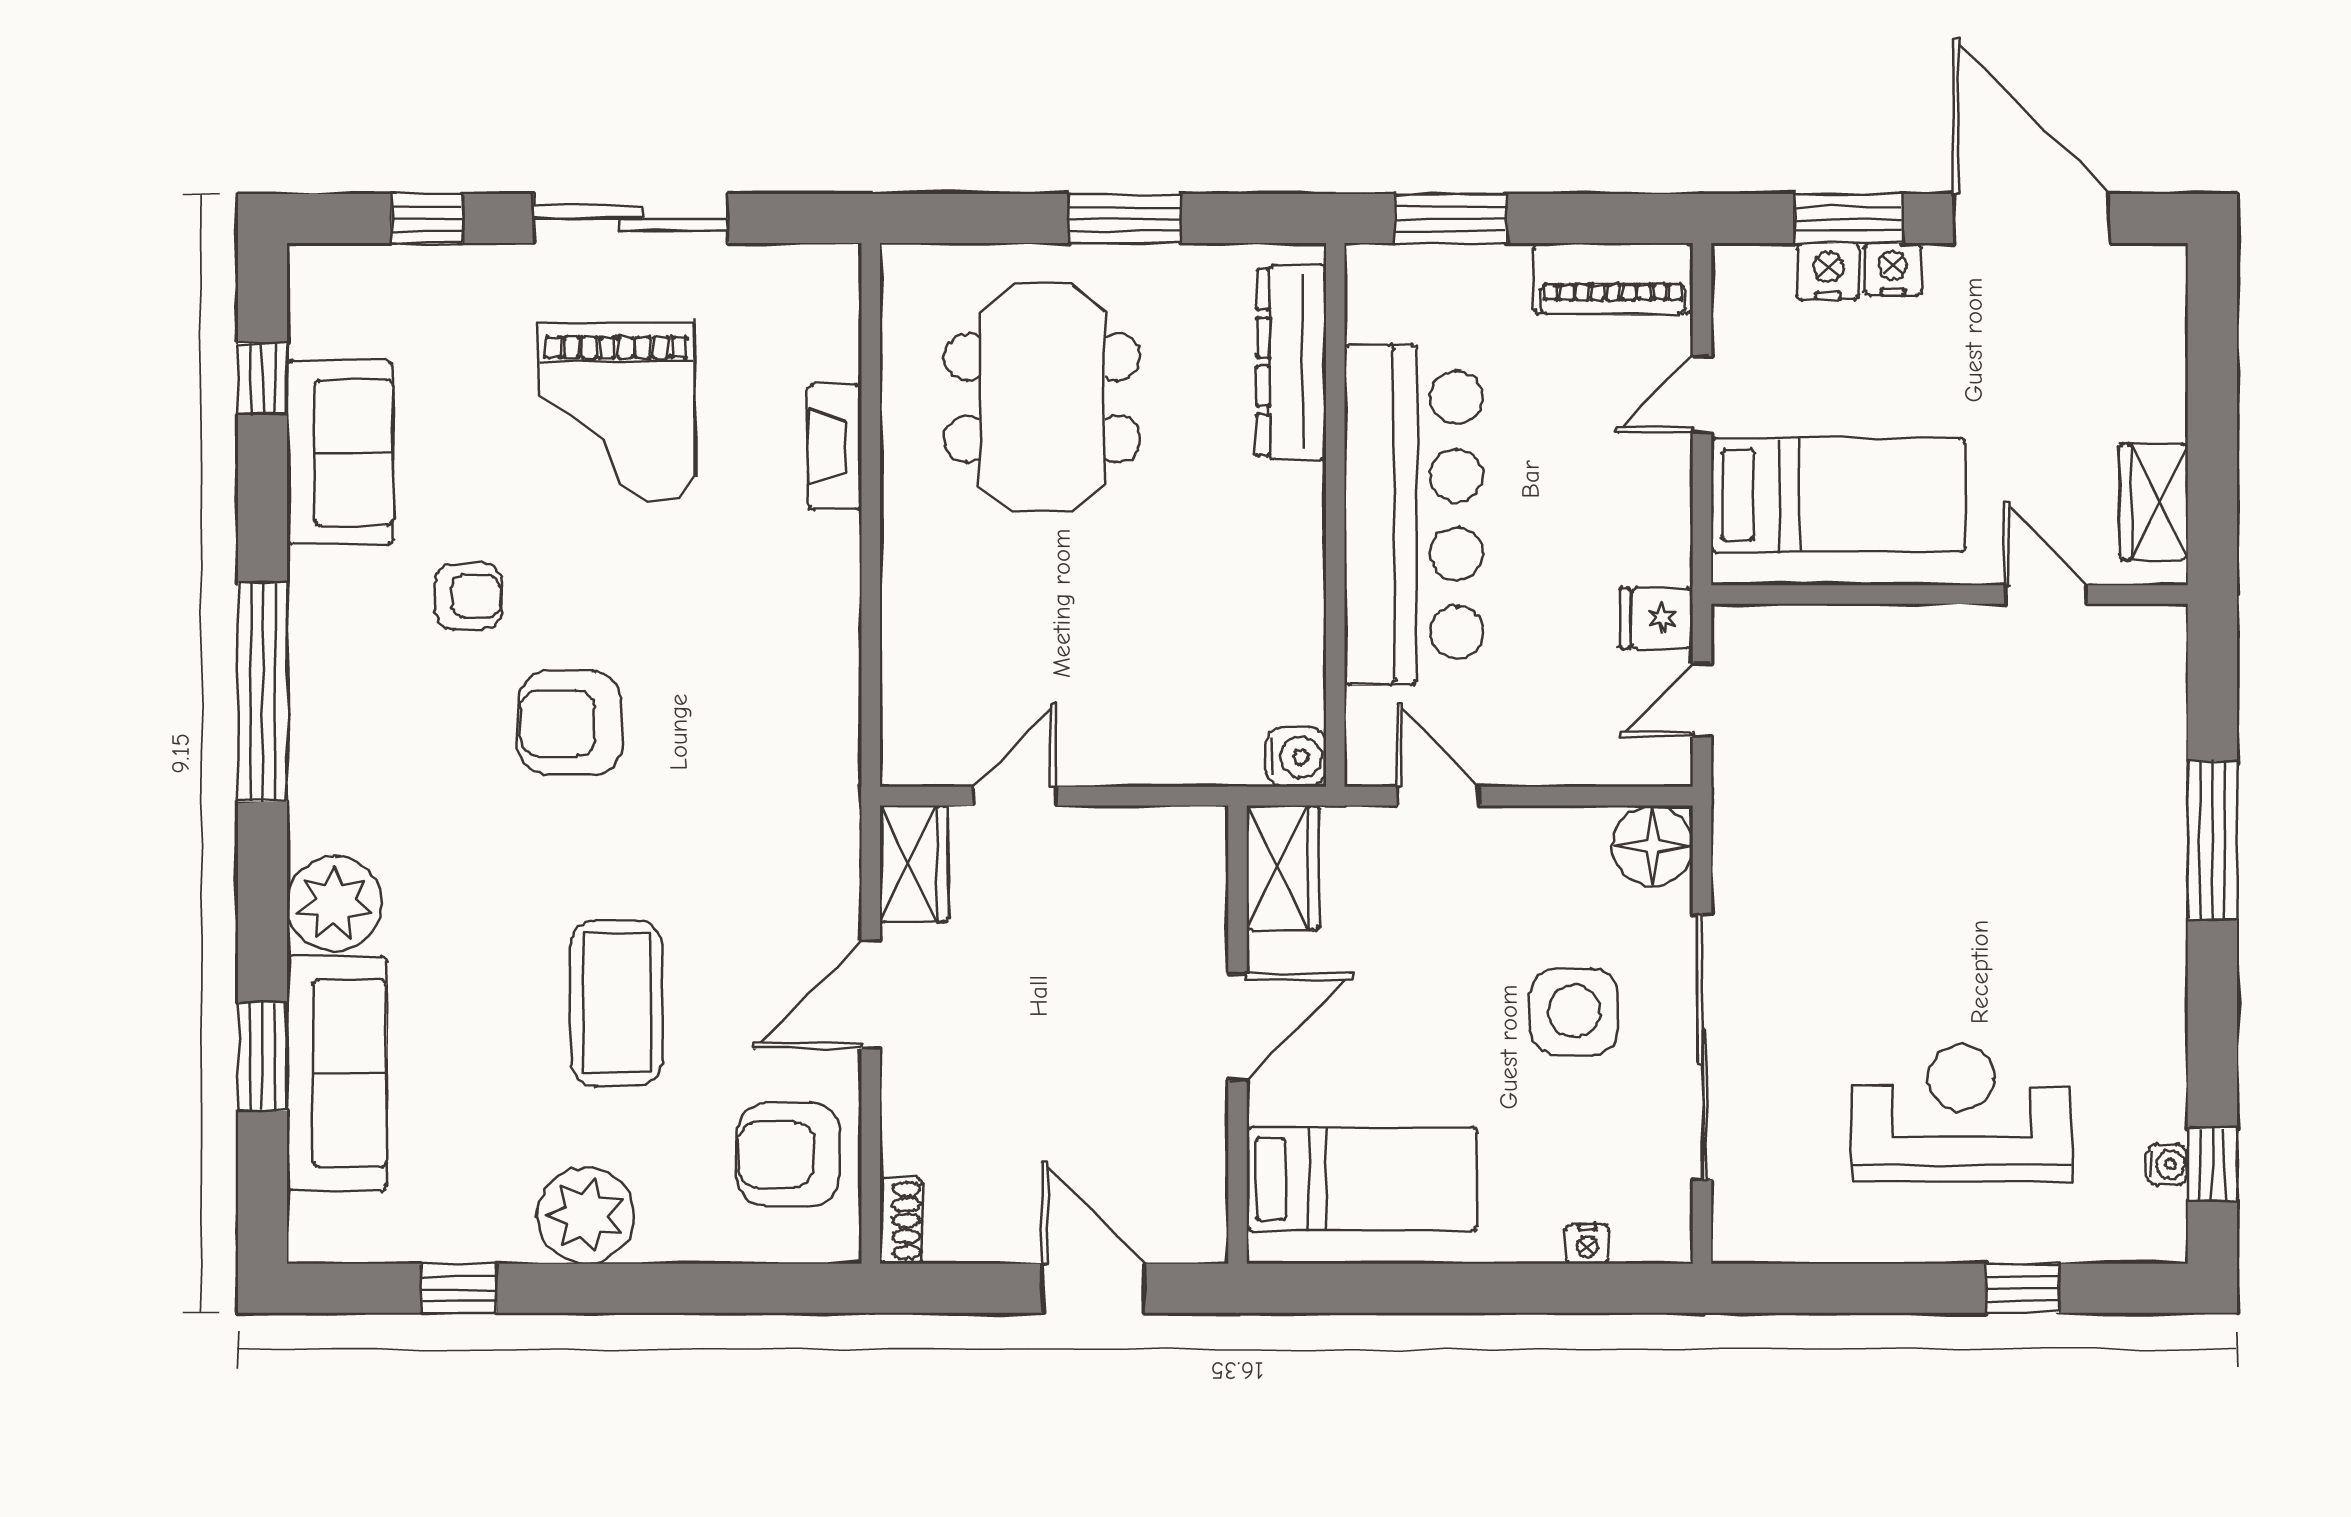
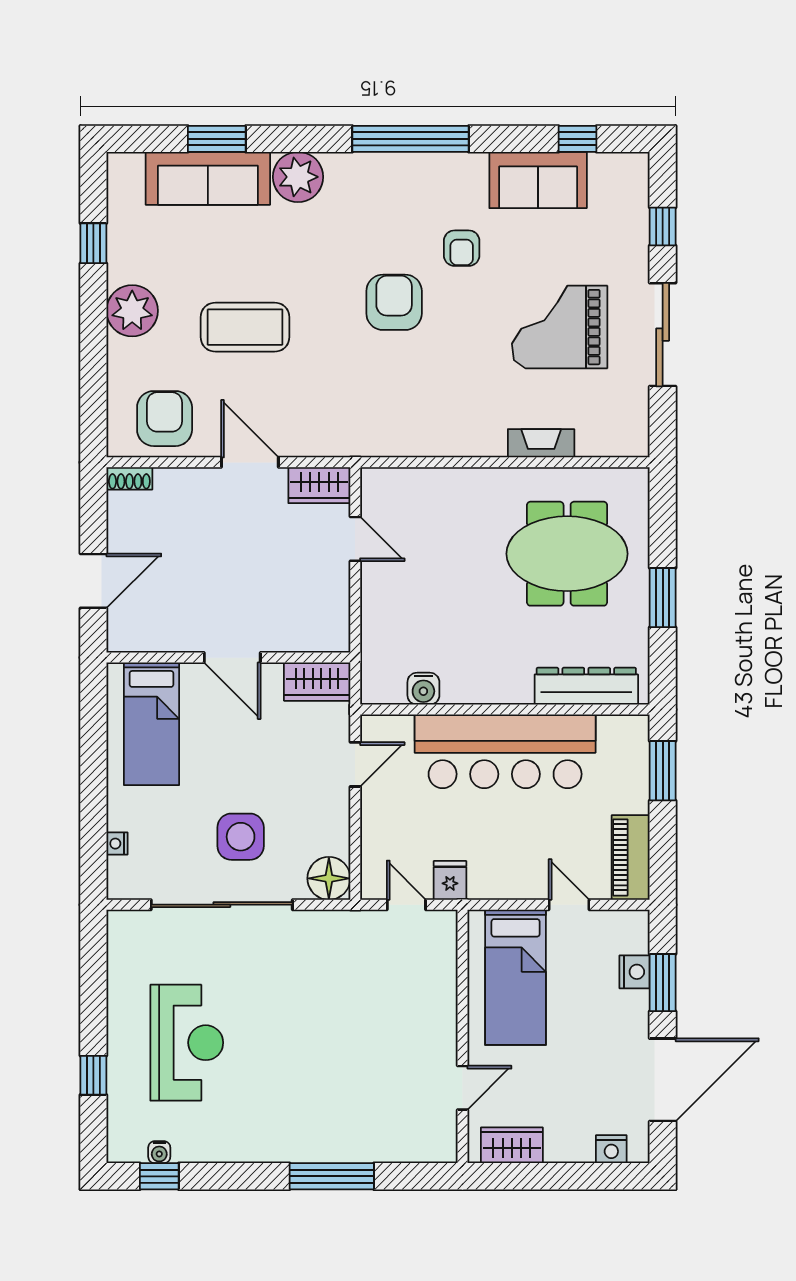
nightstand: (1893, 269) -> (611, 1149), moved, turned 90
water cooler: (1296, 757) -> (423, 689), moved

